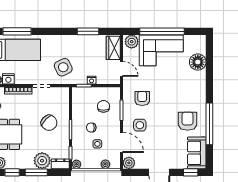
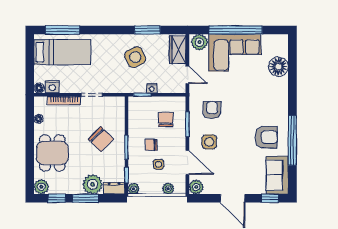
side table: (63, 67) -> (135, 57), moved
armchair: (188, 121) -> (266, 137), turned 90

